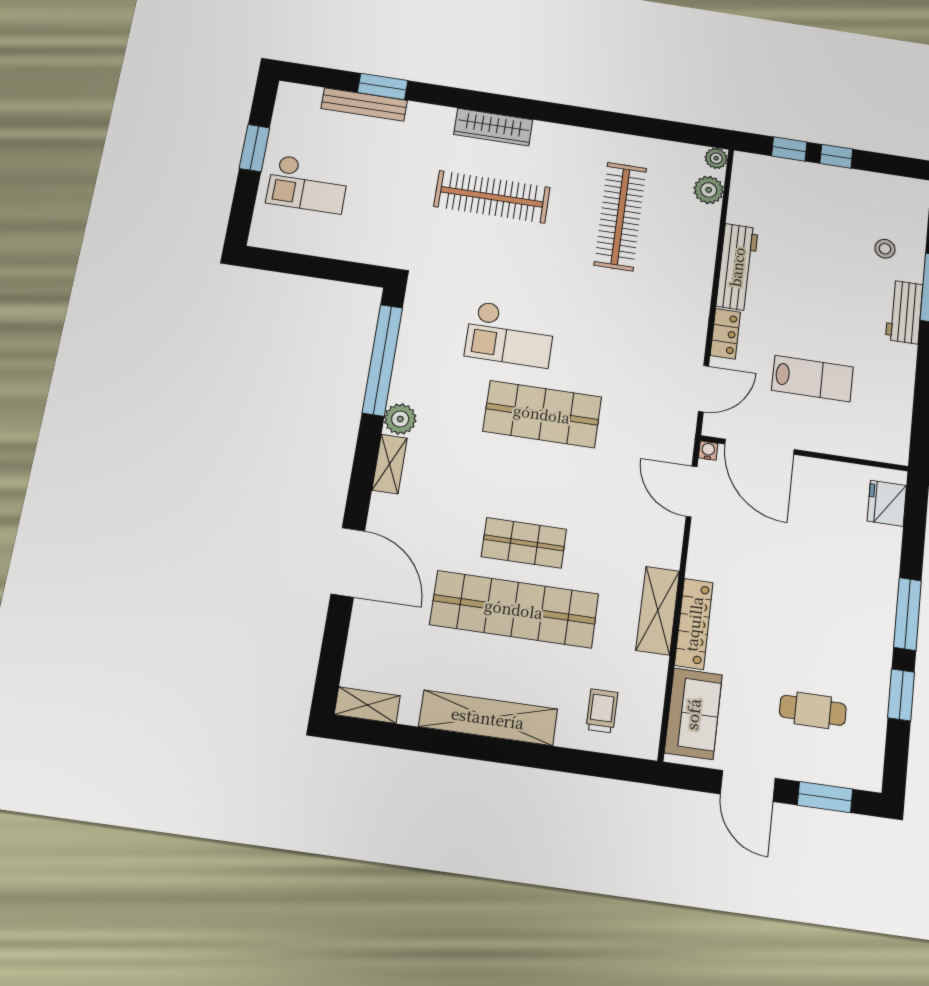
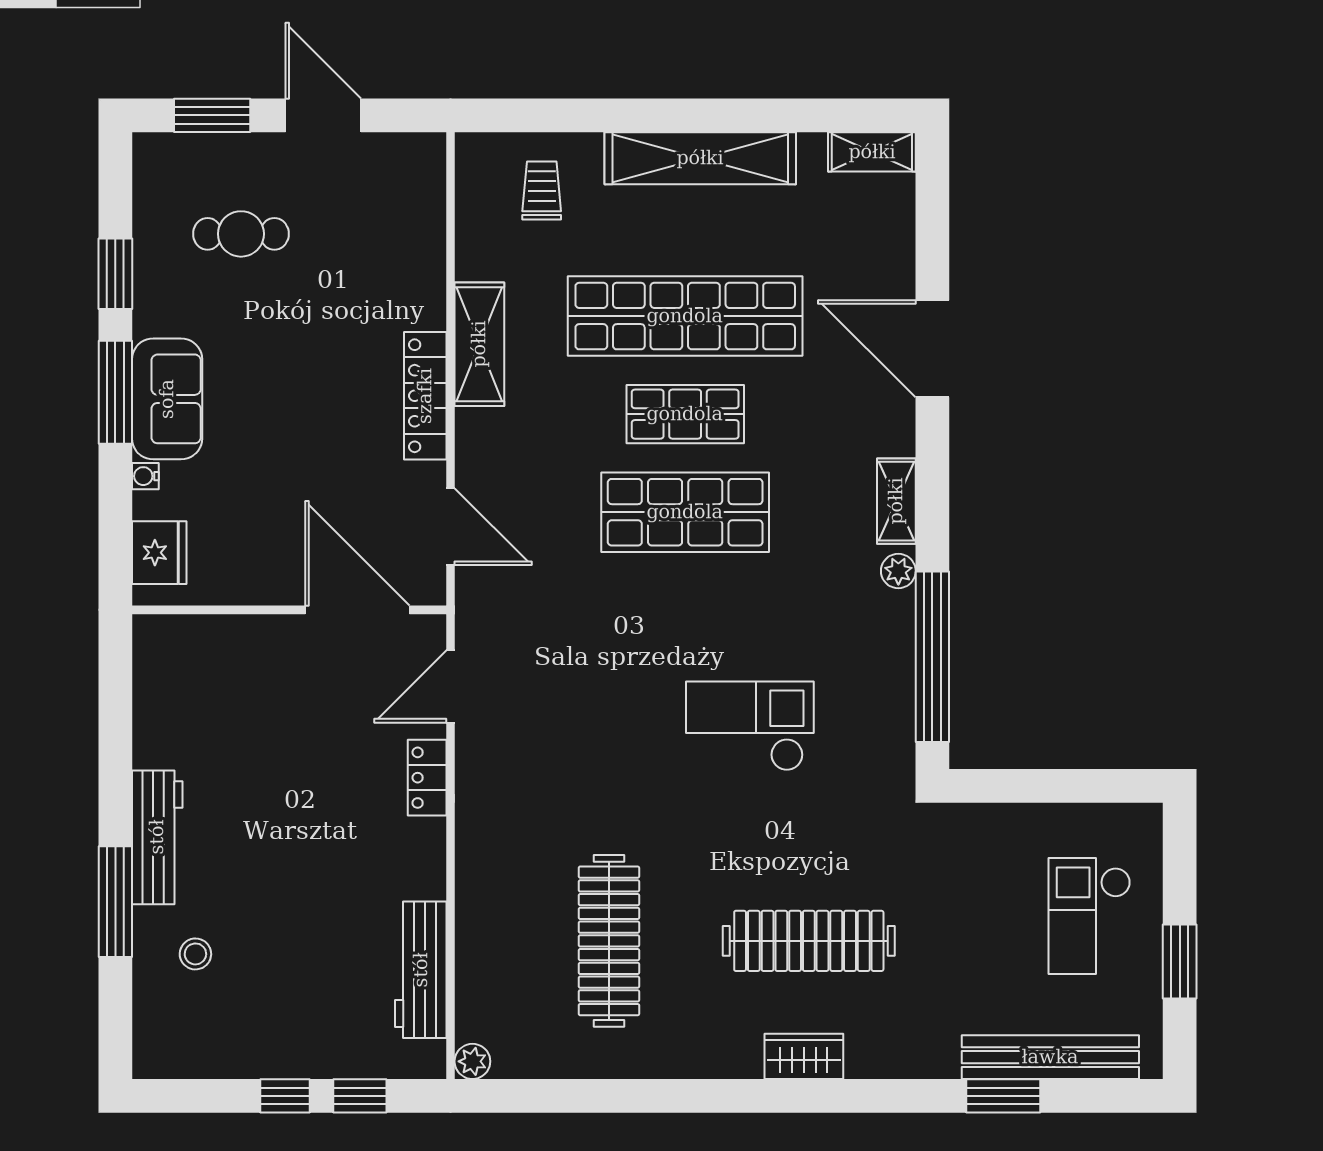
bench: (364, 105) -> (1050, 1057), width x1.37, depth x1.21
wardrobe: (493, 127) -> (804, 1056), width x0.67
checkout: (308, 184) -> (1089, 916), turned -90
plant: (709, 190) -> (478, 1007), removed
workbench: (737, 267) -> (421, 970), moved
workbench: (904, 312) -> (157, 837), width x1.38
lab bench: (812, 378) -> (288, 728), removed
shop shelf: (542, 414) -> (685, 512), moved
plant: (400, 419) -> (898, 571), width x0.73, depth x0.73
water cooler: (708, 451) -> (145, 476), moved, turned 90
locker: (694, 624) -> (425, 396), moved
trolley: (602, 711) -> (542, 190), turned 180
sofa: (693, 714) -> (167, 399), moved, turned 180

